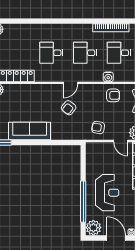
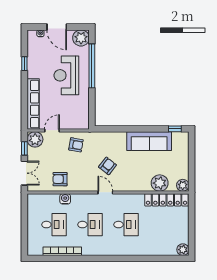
door: (71, 83) -> (105, 192), hinge flipped
plant: (20, 92) -> (160, 183), added
door: (121, 141) -> (52, 130), hinge flipped

